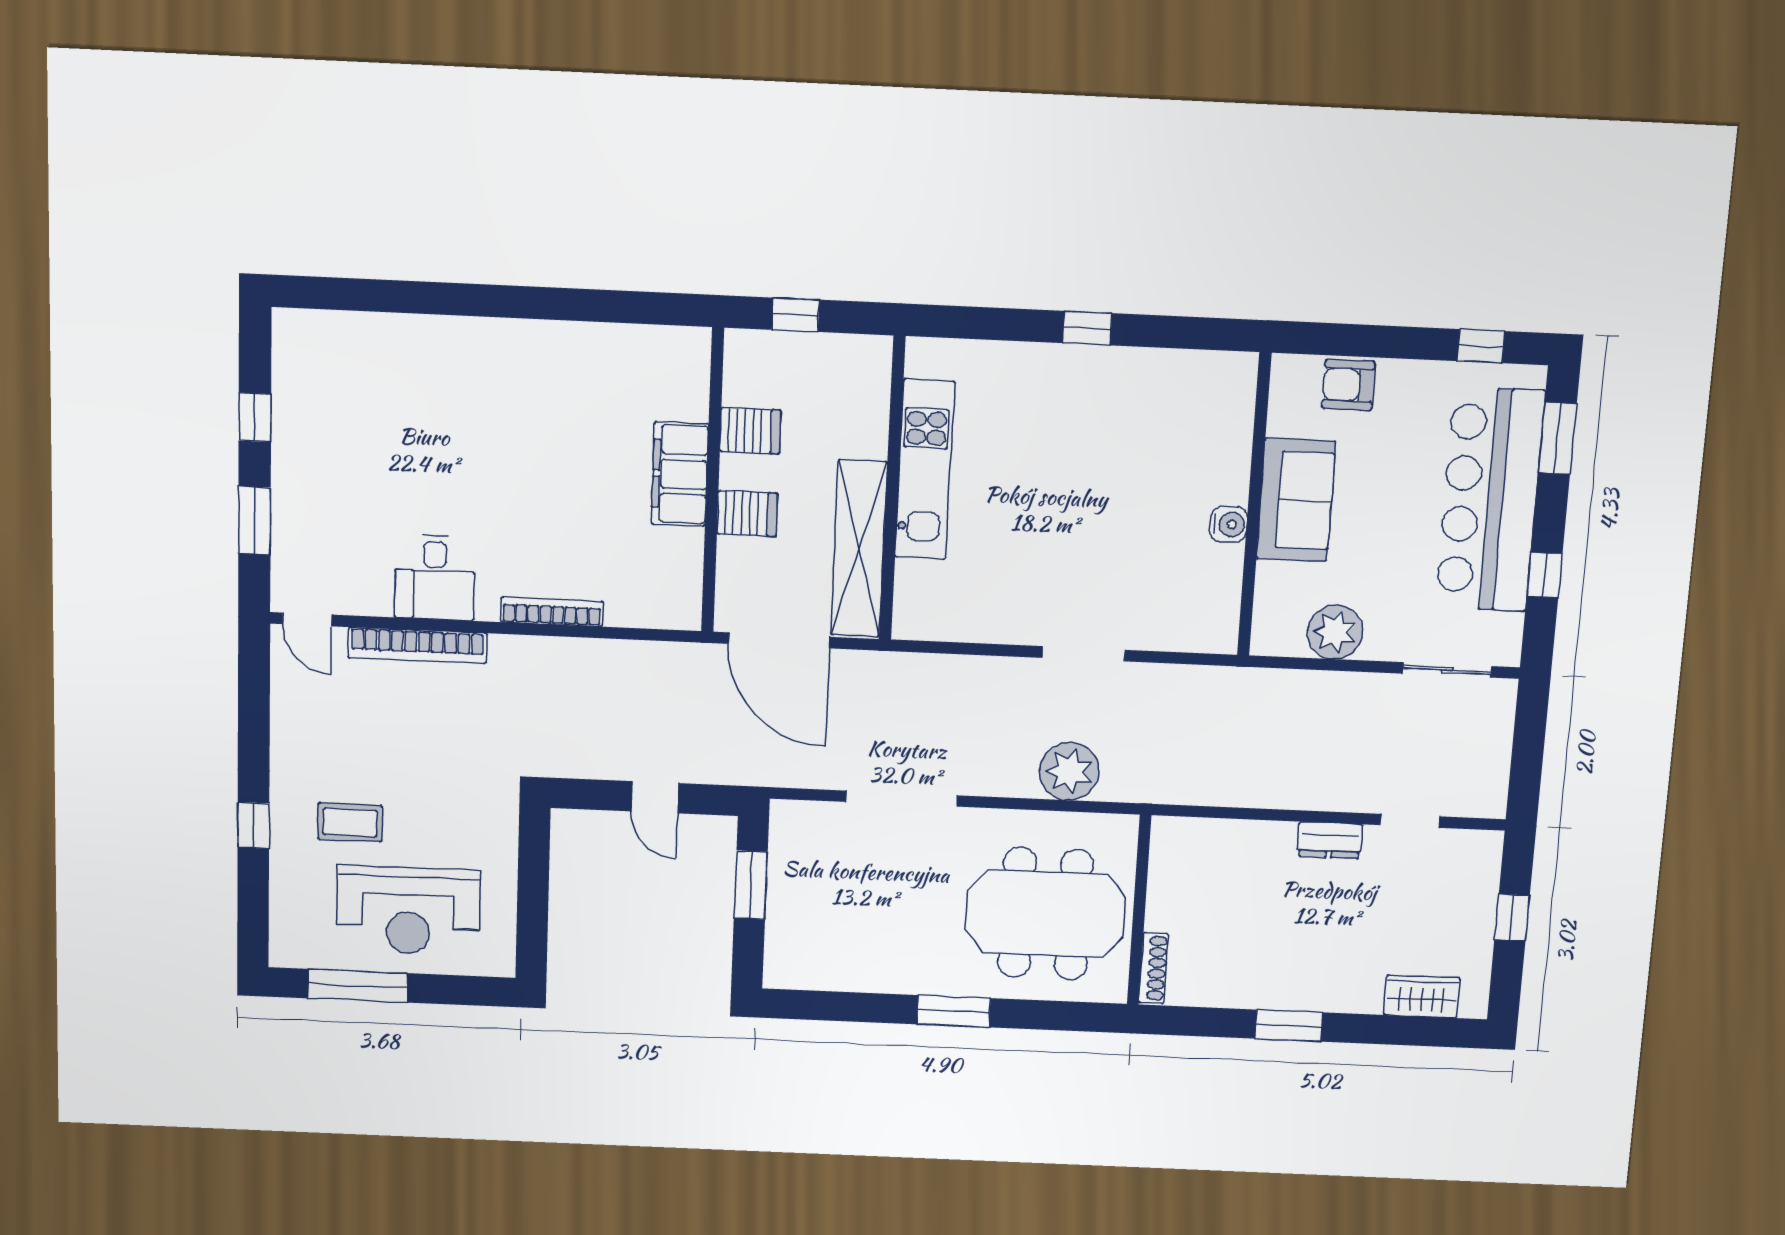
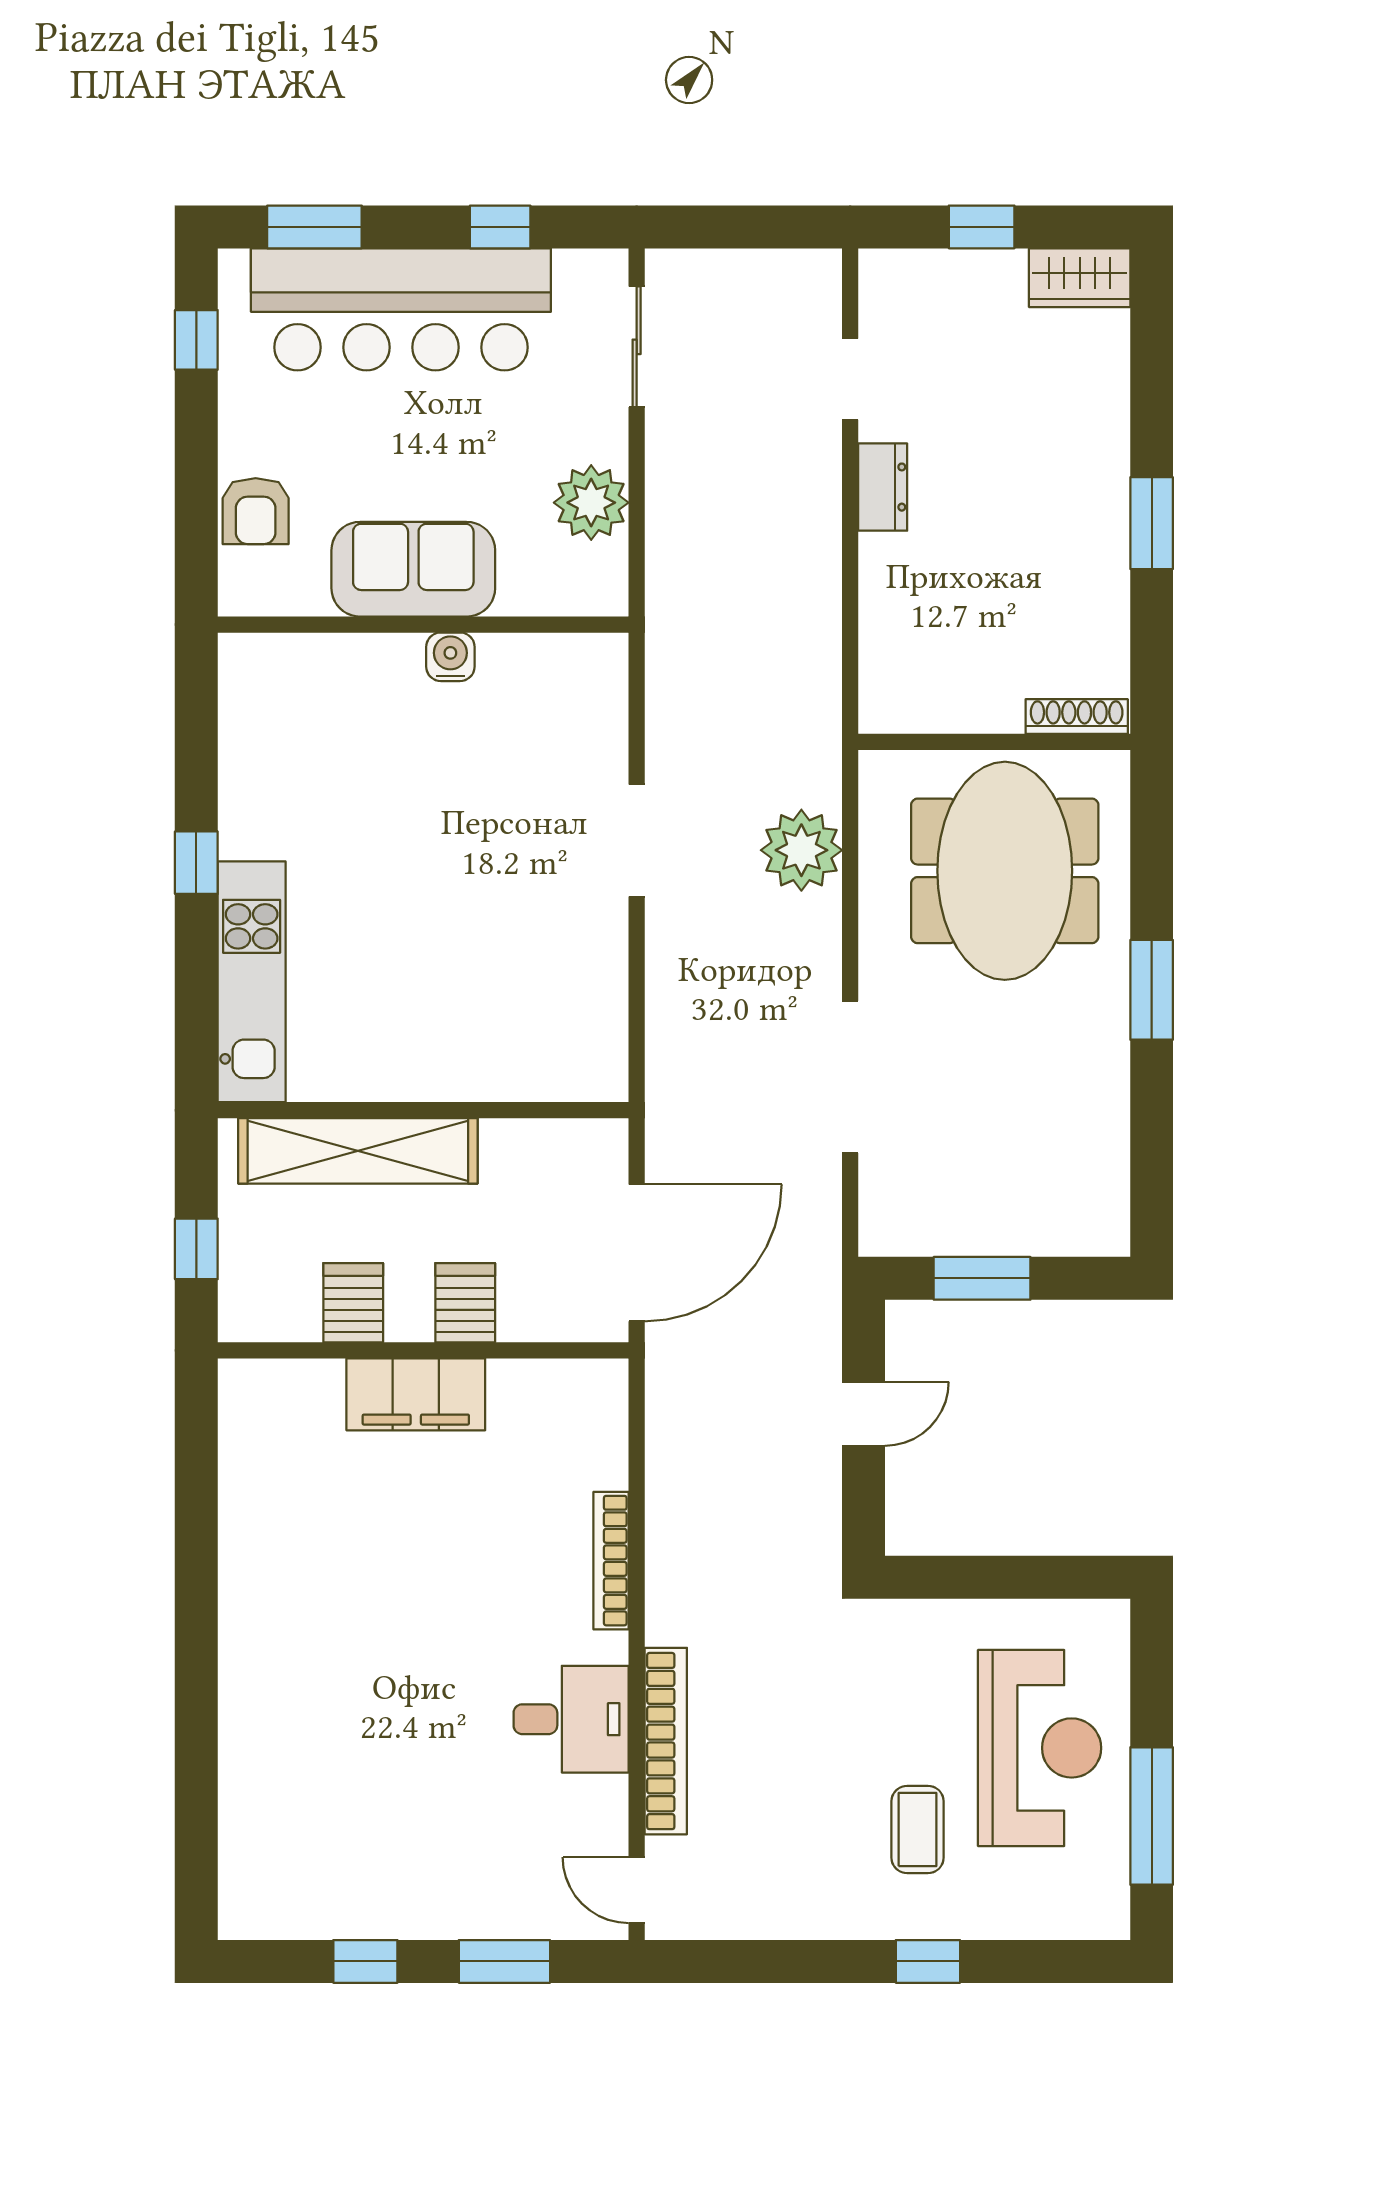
kitchen unit: (925, 469) -> (252, 982), moved, turned 90
shelving: (859, 549) -> (358, 1151), moved
door: (307, 619) -> (637, 1890), swing flipped
wardrobe: (1422, 996) -> (1080, 278), moved, turned -90

